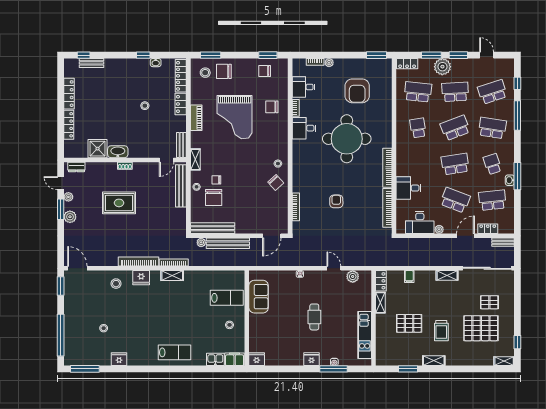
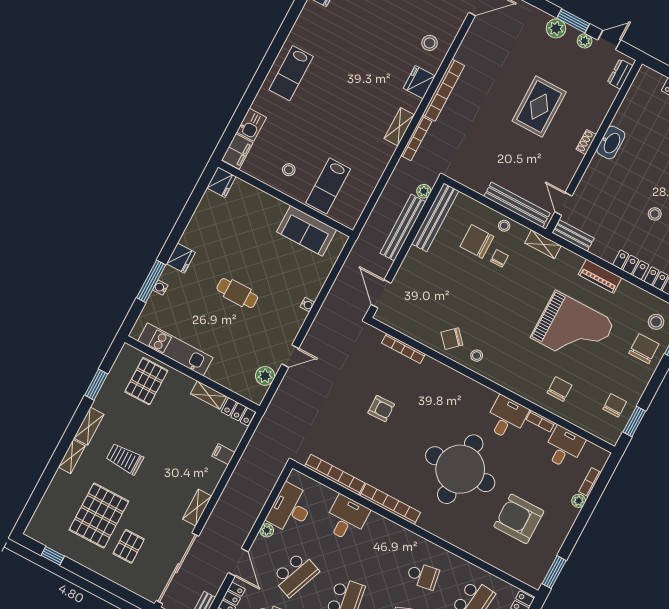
grand piano: (235, 117) -> (573, 330), turned 180
shower: (98, 149) -> (630, 117), removed
pallet: (409, 323) -> (146, 381), moved
shelving: (504, 361) -> (72, 457), moved

